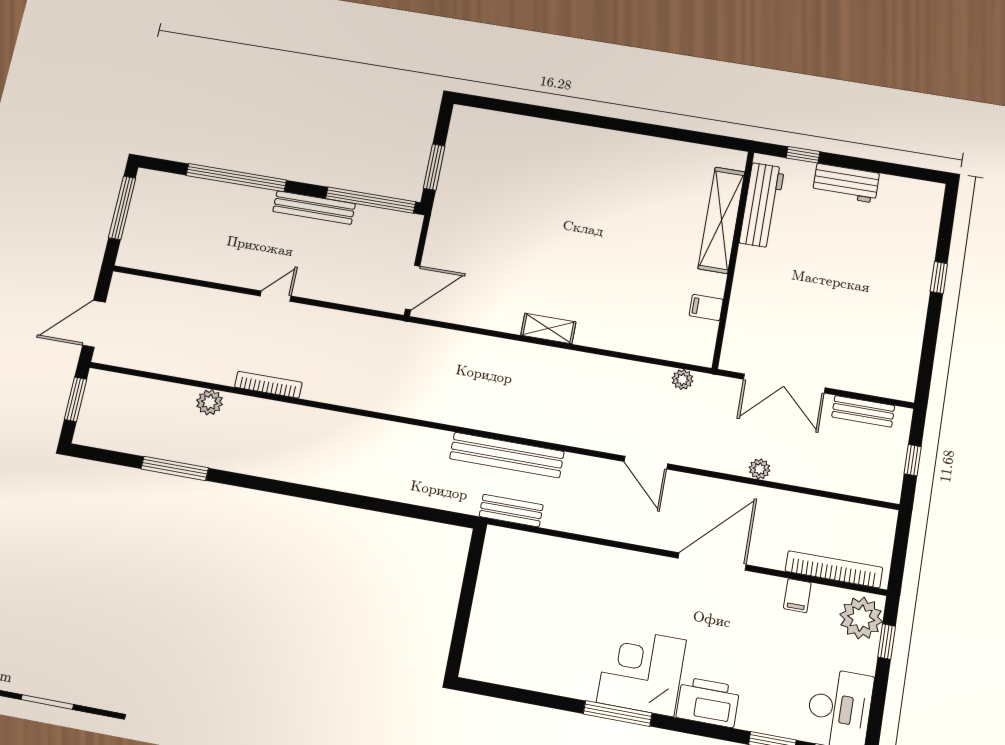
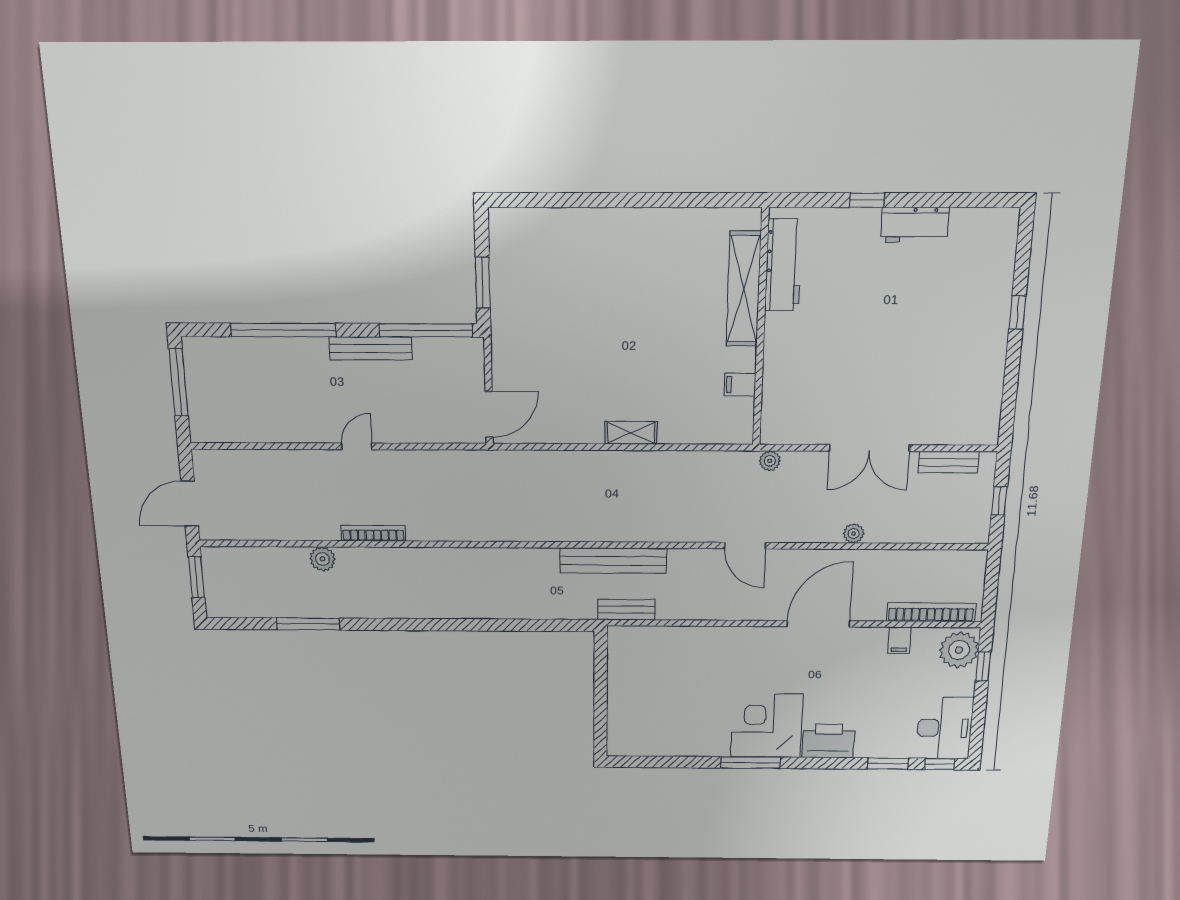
workbench: (762, 205) -> (783, 265), moved
shelving: (721, 220) -> (744, 289), moved
wall: (733, 259) -> (761, 329), moved
filing cabinet: (706, 307) -> (740, 384), moved

